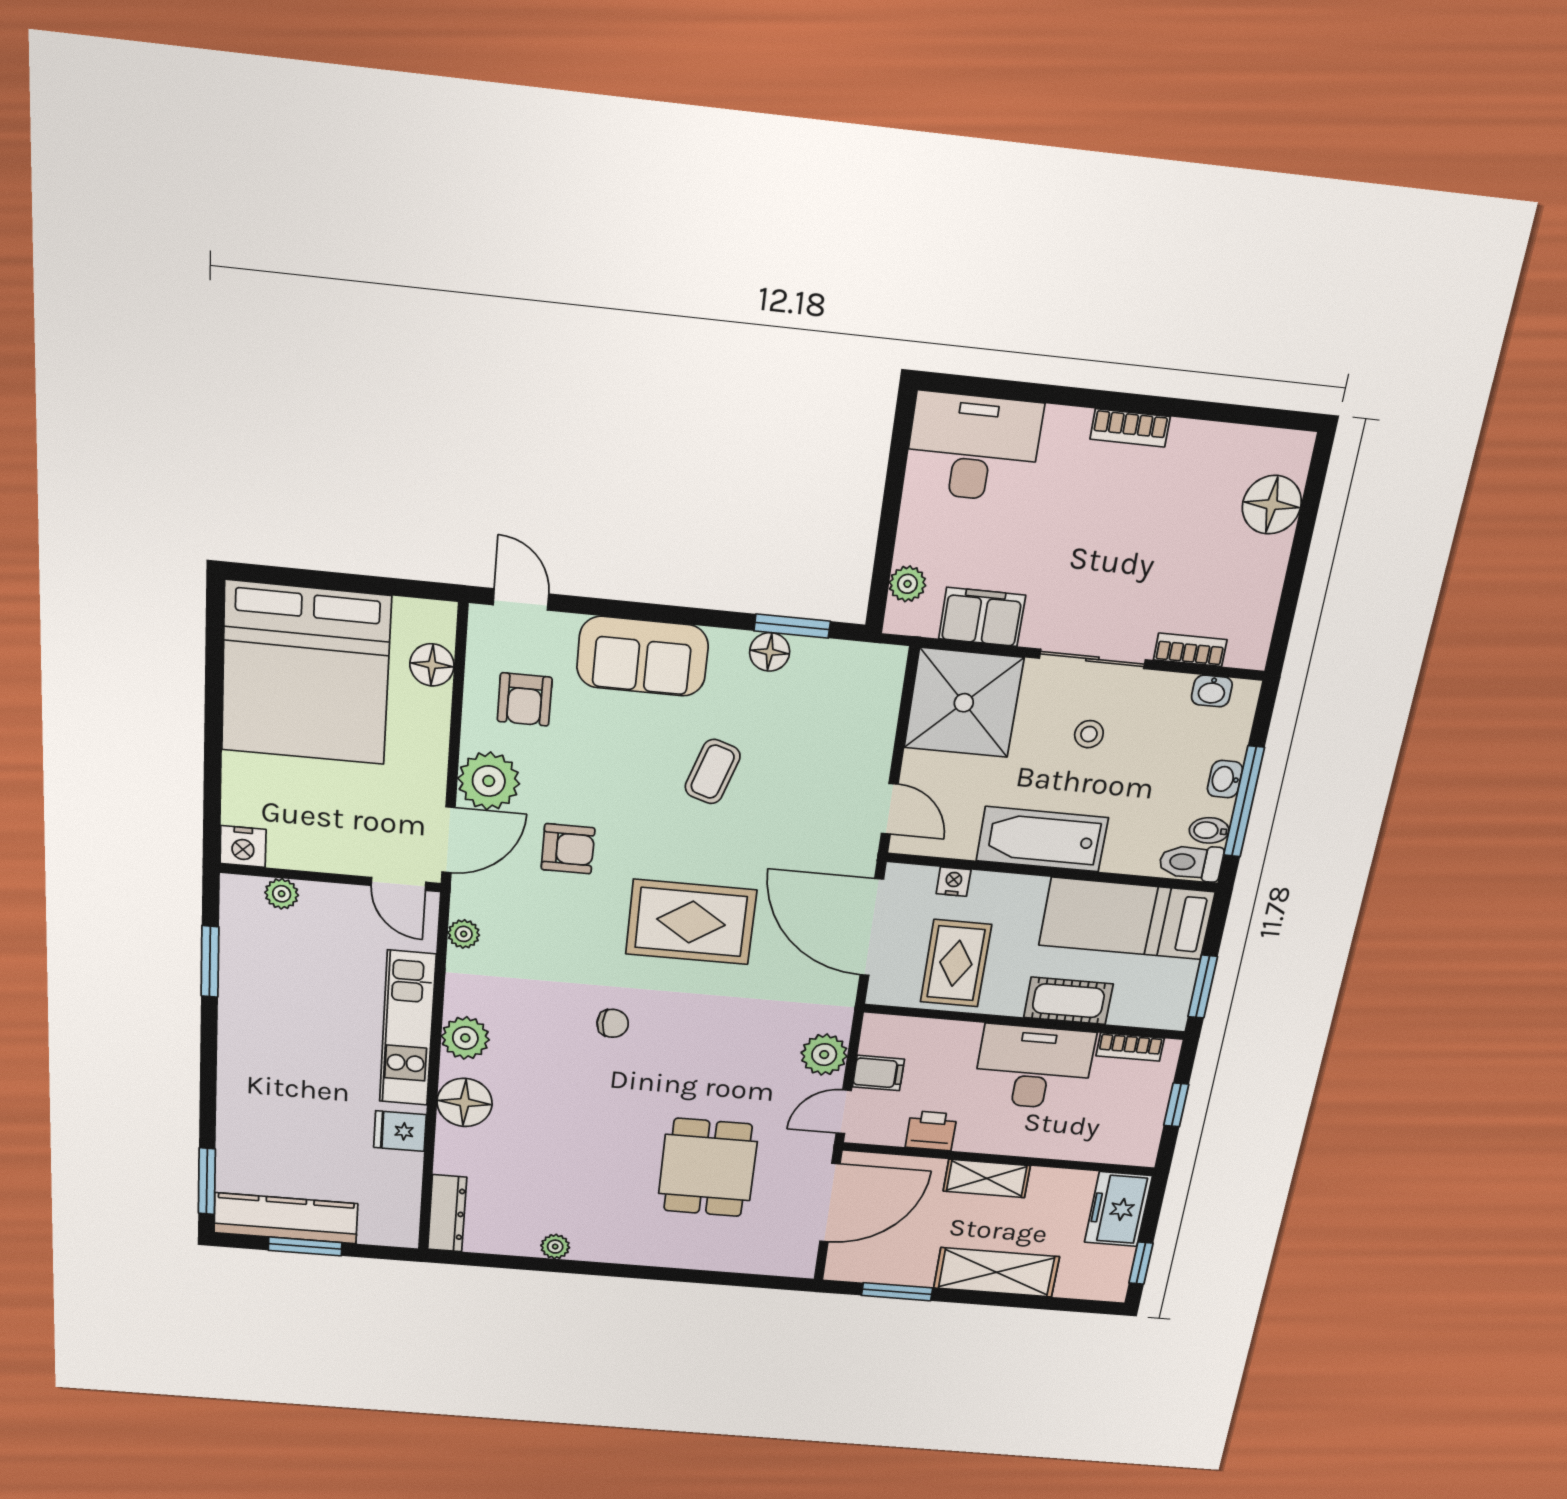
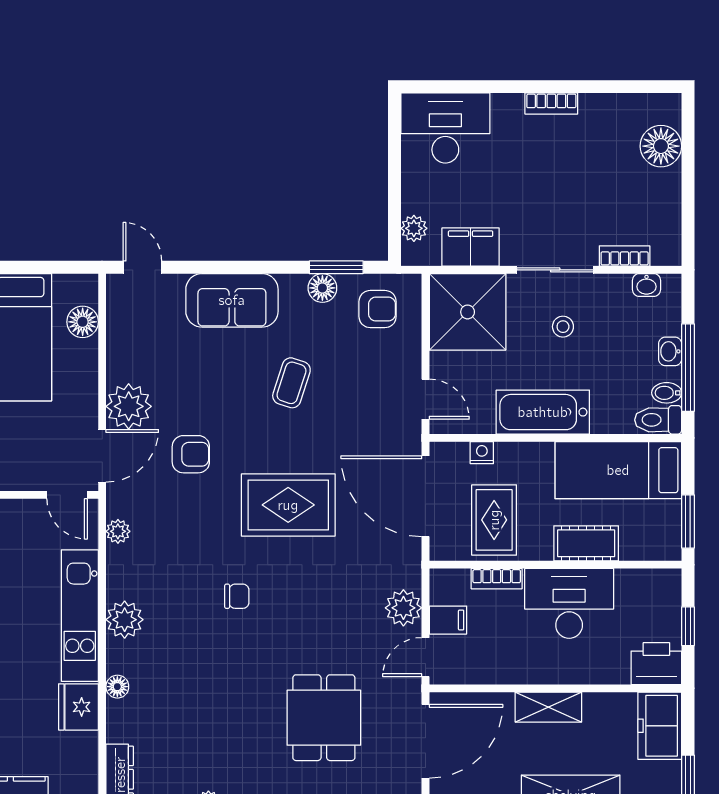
armchair: (525, 699) -> (378, 309), moved, turned -90
bookcase: (1130, 1047) -> (497, 579), moved
floor lamp: (465, 1102) -> (117, 687), width x0.53, depth x0.53
fridge: (400, 1131) -> (78, 707), width x1.38
printer: (931, 1131) -> (656, 664), moved, width x1.36, depth x1.24

